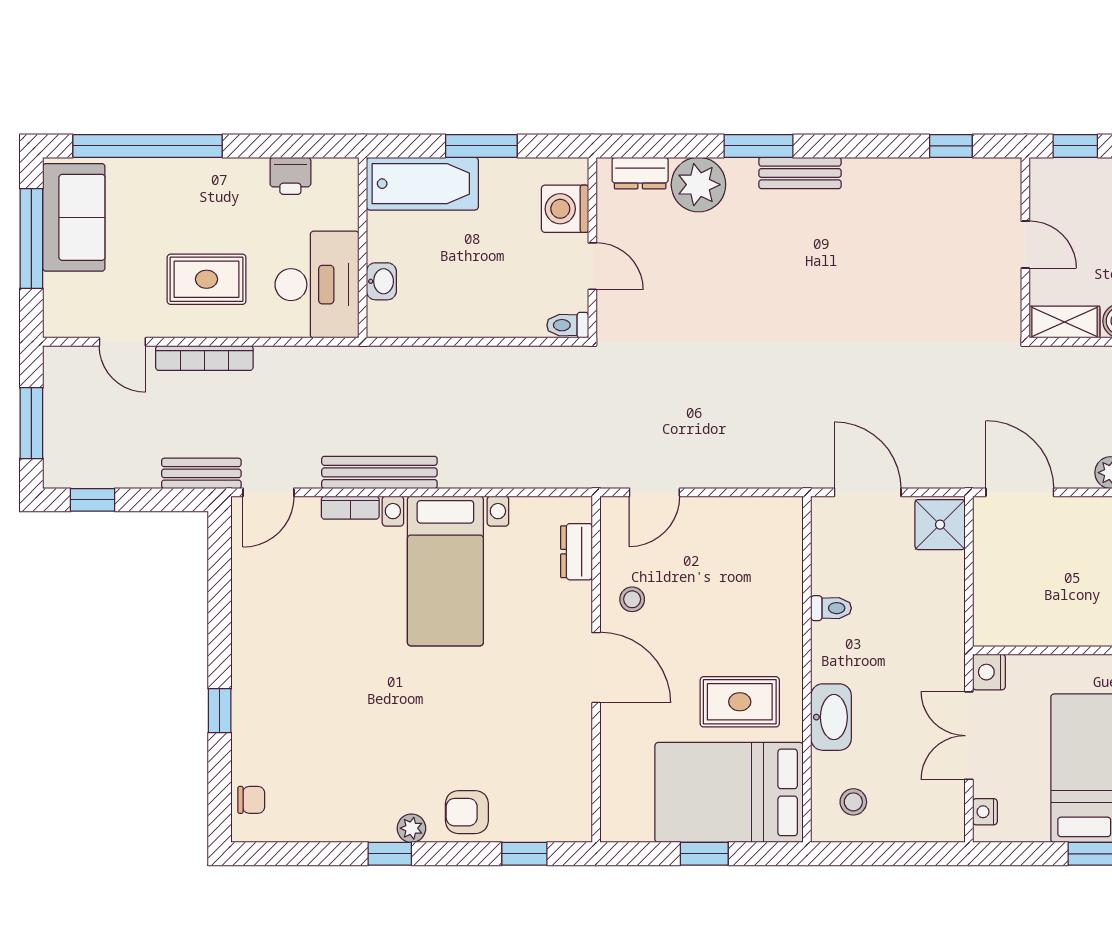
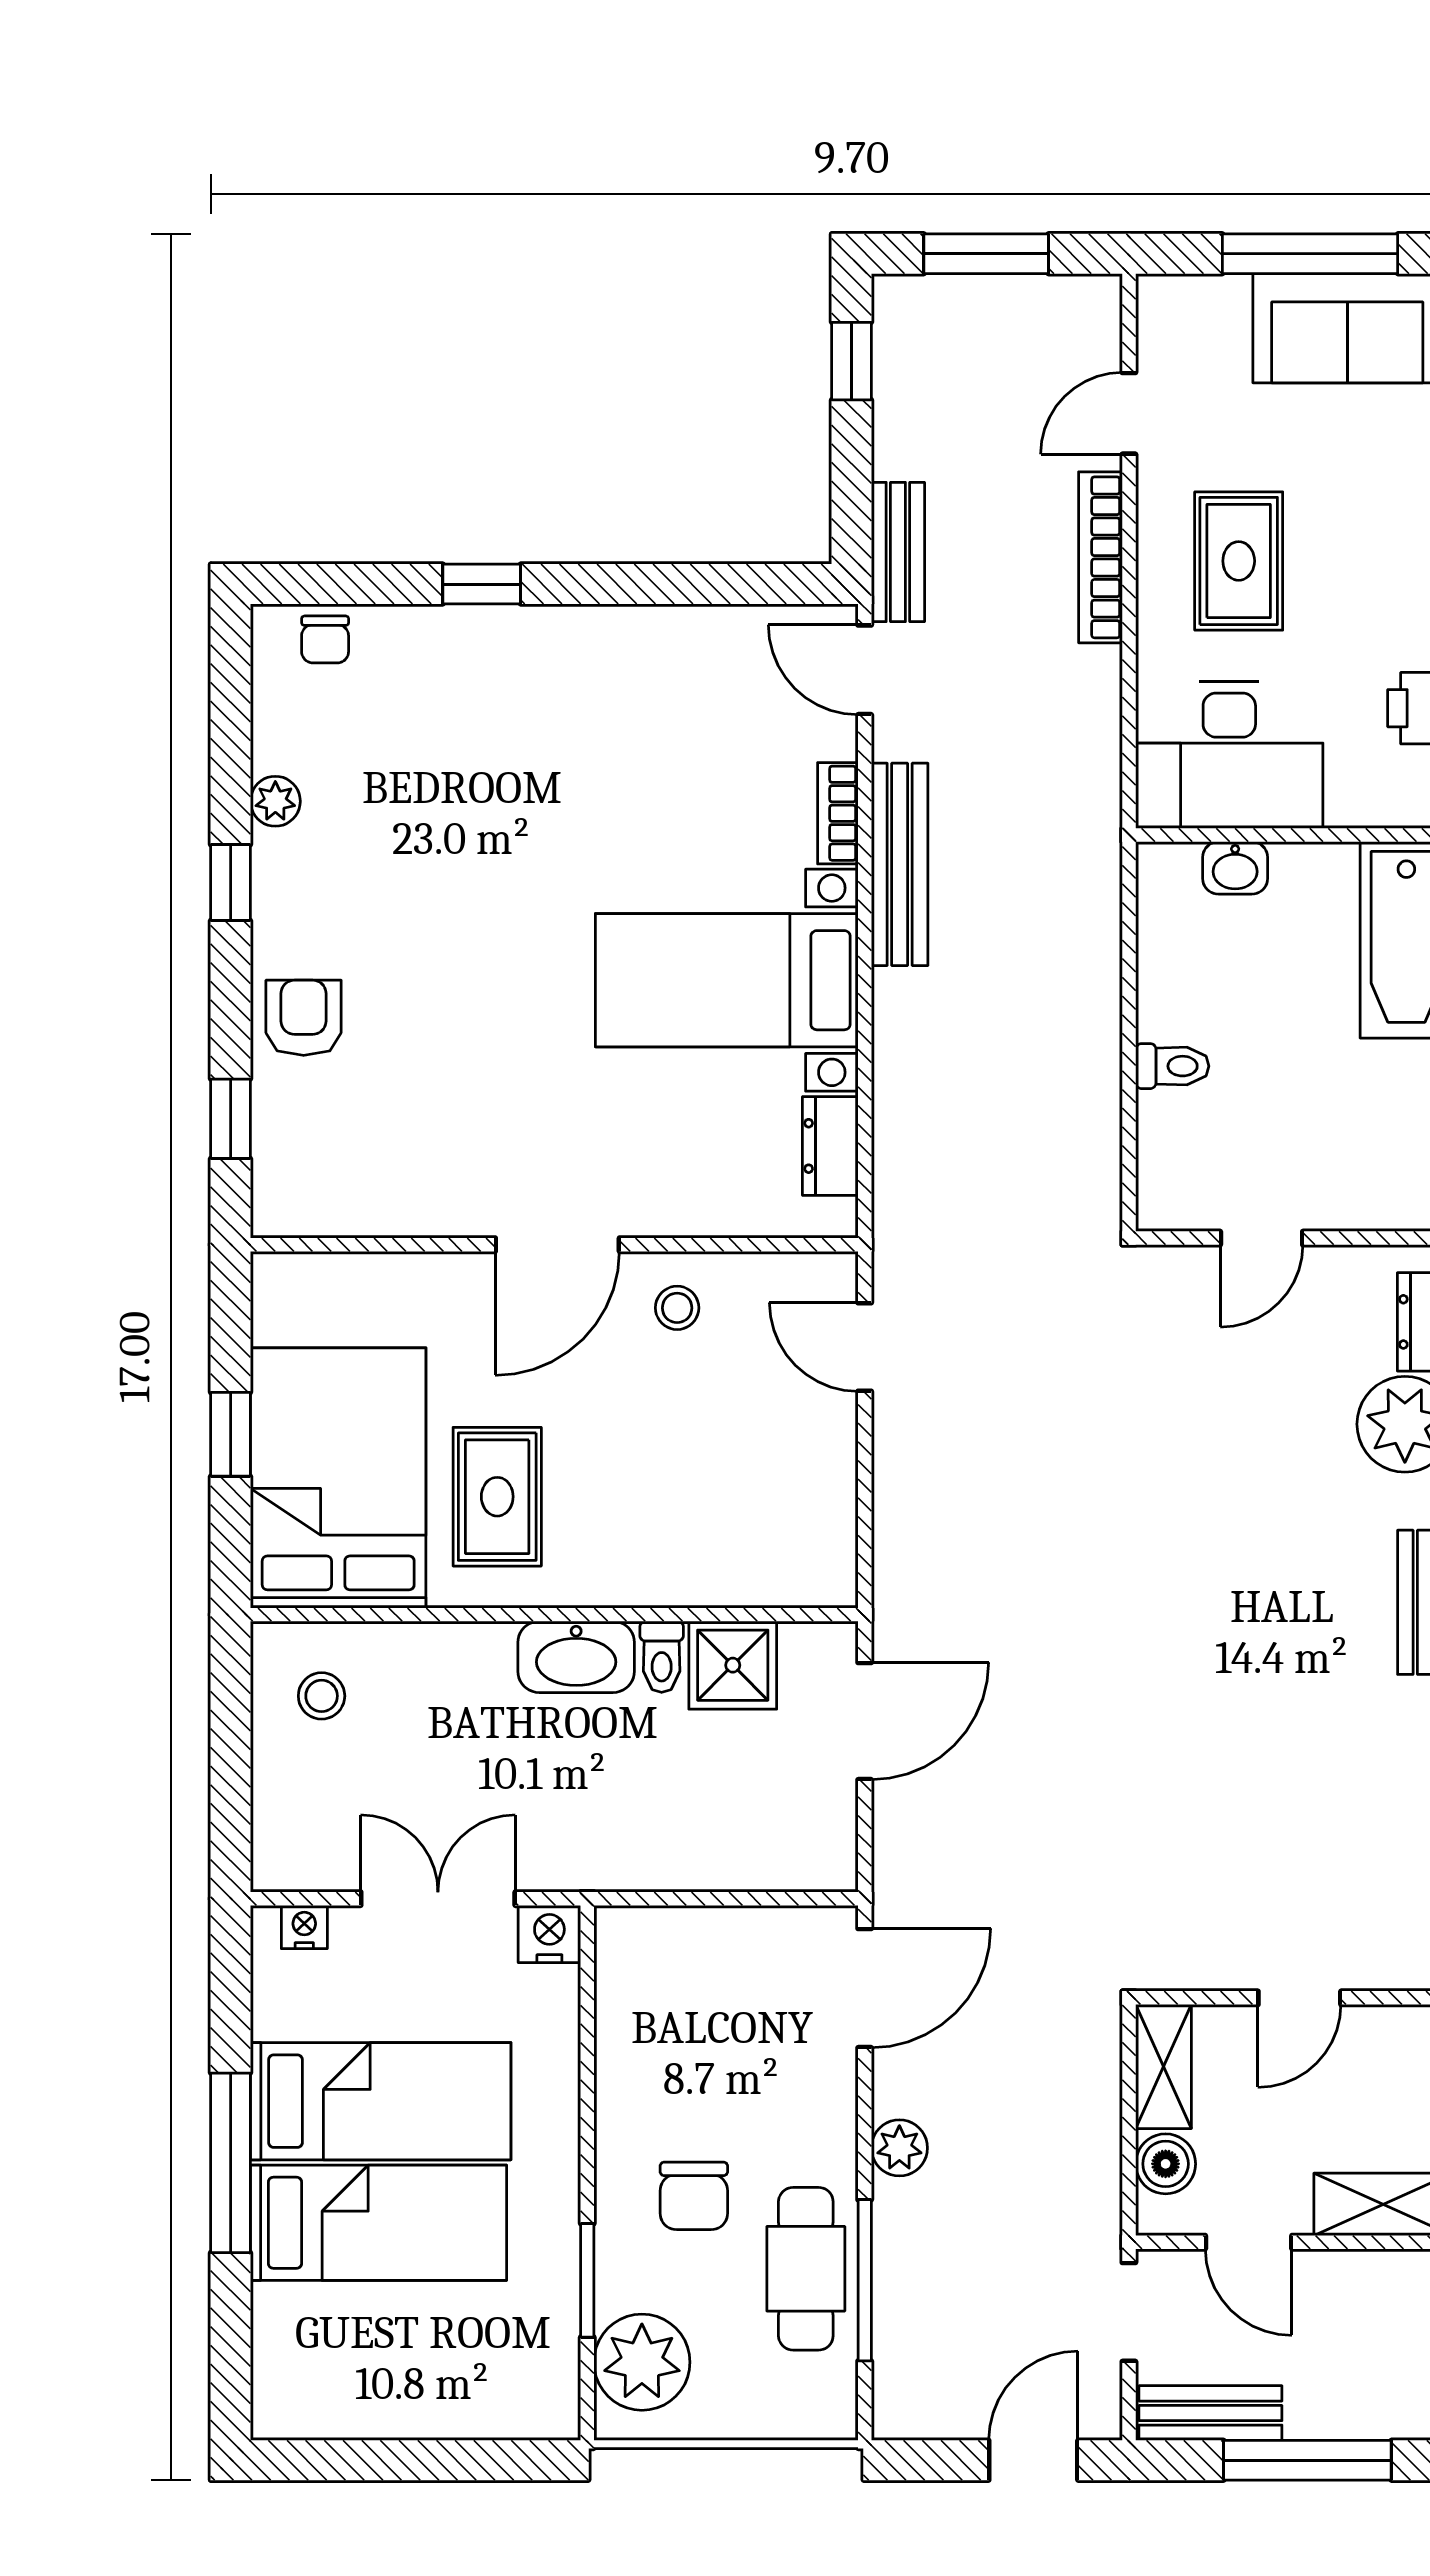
washing machine: (565, 209) -> (1362, 1190), removed
toilet: (568, 325) -> (1172, 1066), moved, turned 90
shower: (940, 525) -> (733, 1665), moved
dresser: (577, 552) -> (830, 1146), moved, turned -90
washbasin: (831, 717) -> (576, 1657), moved
plant: (411, 828) -> (275, 801), moved

